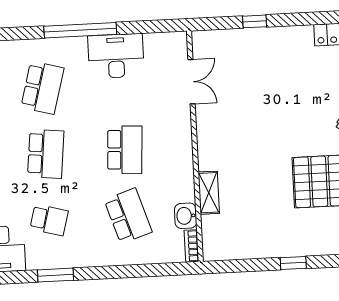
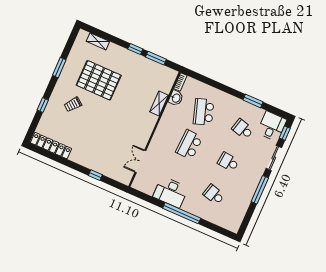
school desk: (42, 88) -> (214, 195), width x0.54
school desk: (46, 154) -> (228, 162), width x0.54
window: (252, 265) -> (156, 58), added

